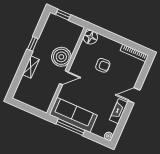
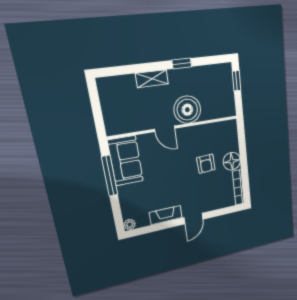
floor lamp: (90, 37) -> (232, 161), moved
door: (134, 95) -> (194, 218), swing flipped
sofa: (73, 115) -> (126, 161), width x0.73

